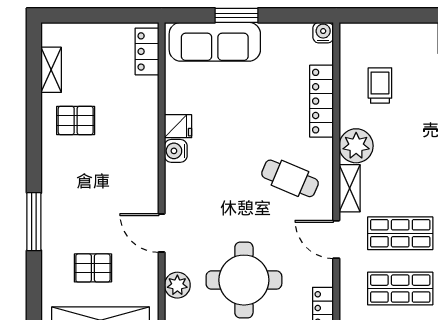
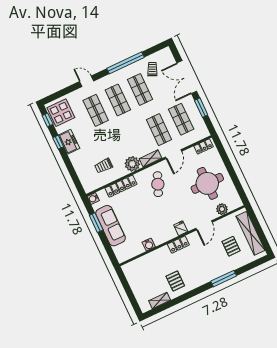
window: (236, 15) -> (96, 223), moved
sofa: (215, 42) -> (111, 226), moved
locker: (147, 51) -> (178, 245), moved
fridge: (178, 126) -> (181, 228), moved
water cooler: (176, 151) -> (149, 245), moved

